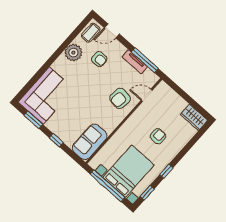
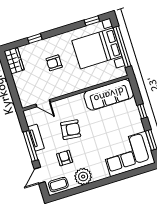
door: (112, 31) -> (40, 175), swing flipped
window: (145, 60) -> (30, 146), moved
armchair: (120, 98) -> (71, 130), moved
sofa: (90, 142) -> (109, 95), width x1.36
window: (166, 171) -> (35, 39), moved

